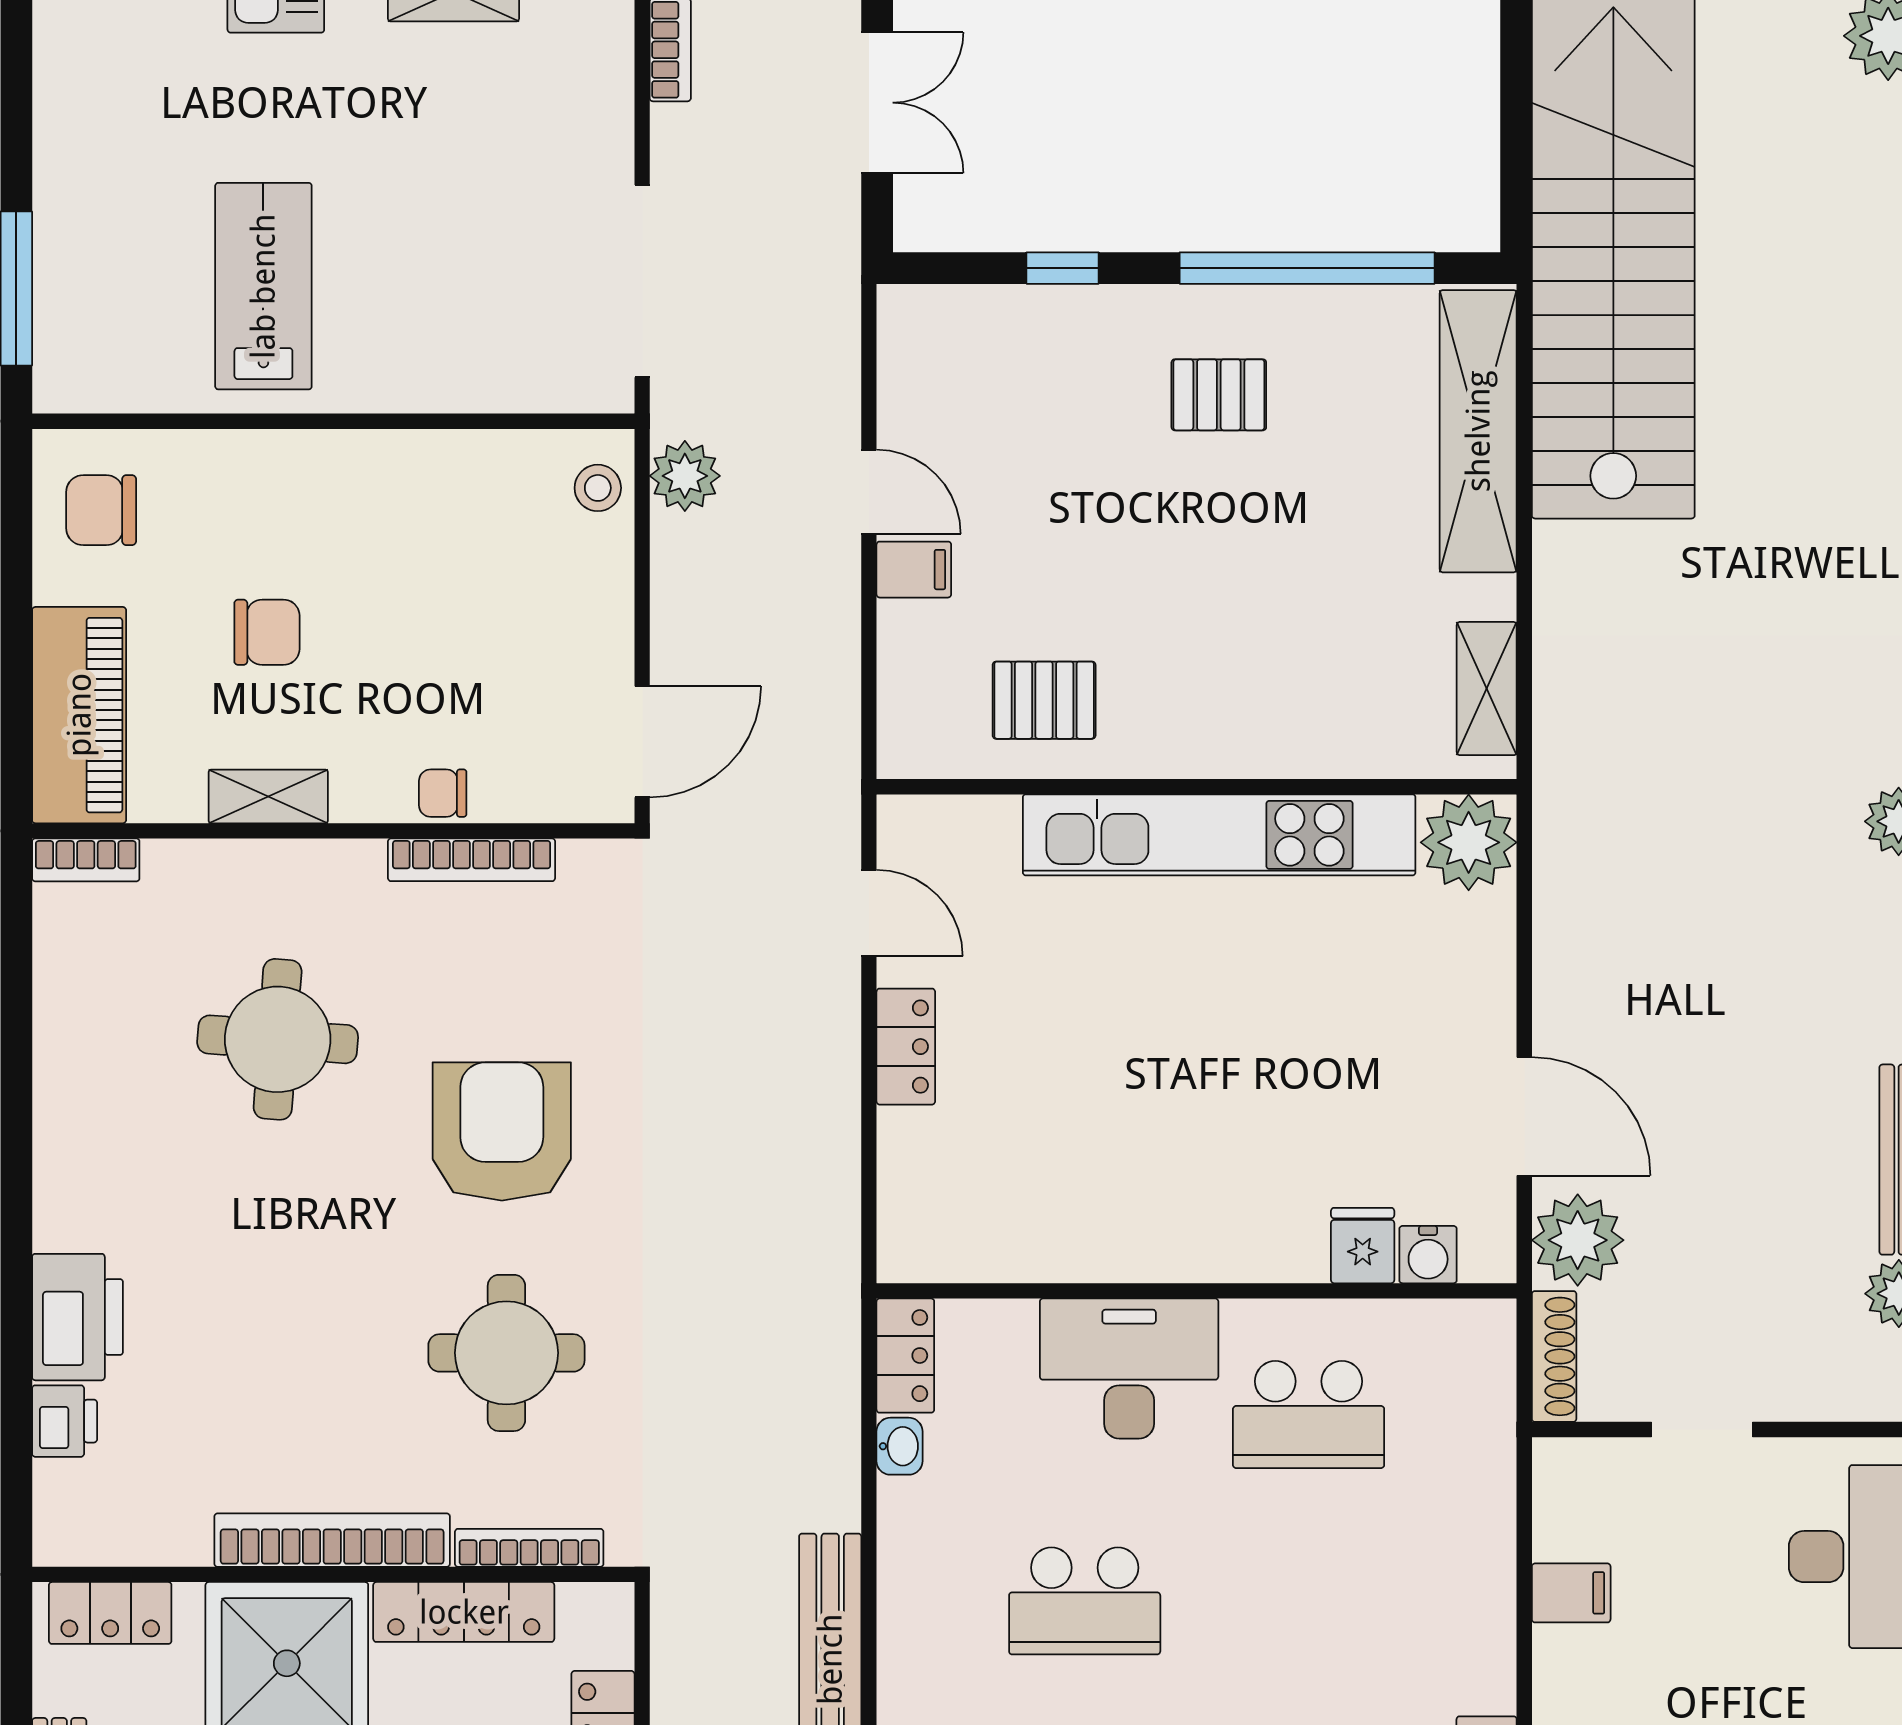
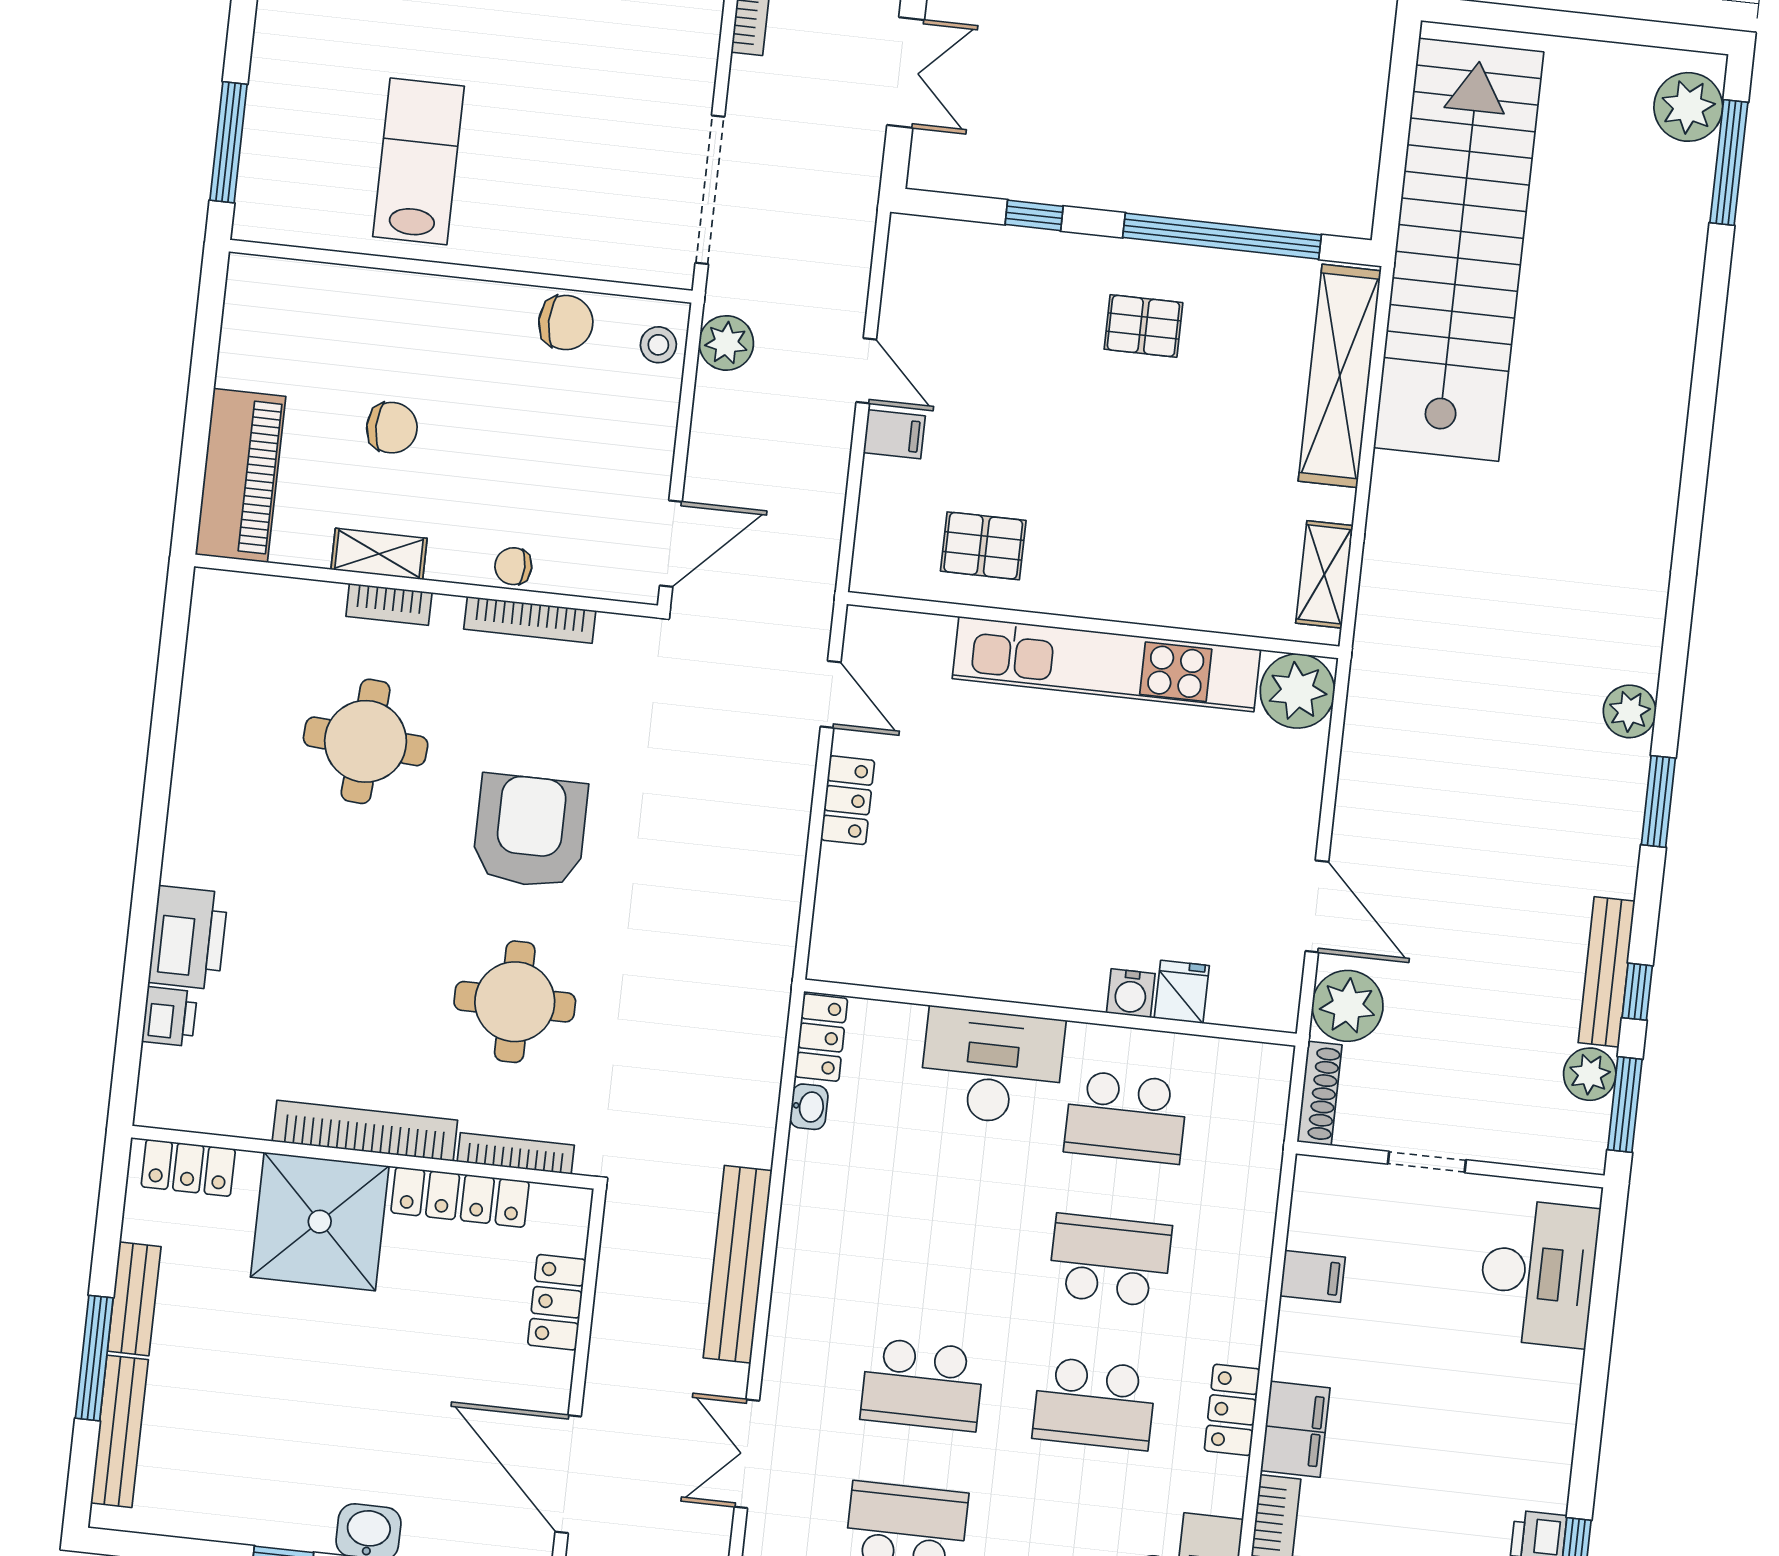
chair: (101, 510) -> (566, 323), moved, turned 180
bookcase: (86, 860) -> (389, 604), moved
water cooler: (1428, 1255) -> (1131, 993), moved
school desk: (1085, 1601) -> (1110, 1260), moved, turned 180

